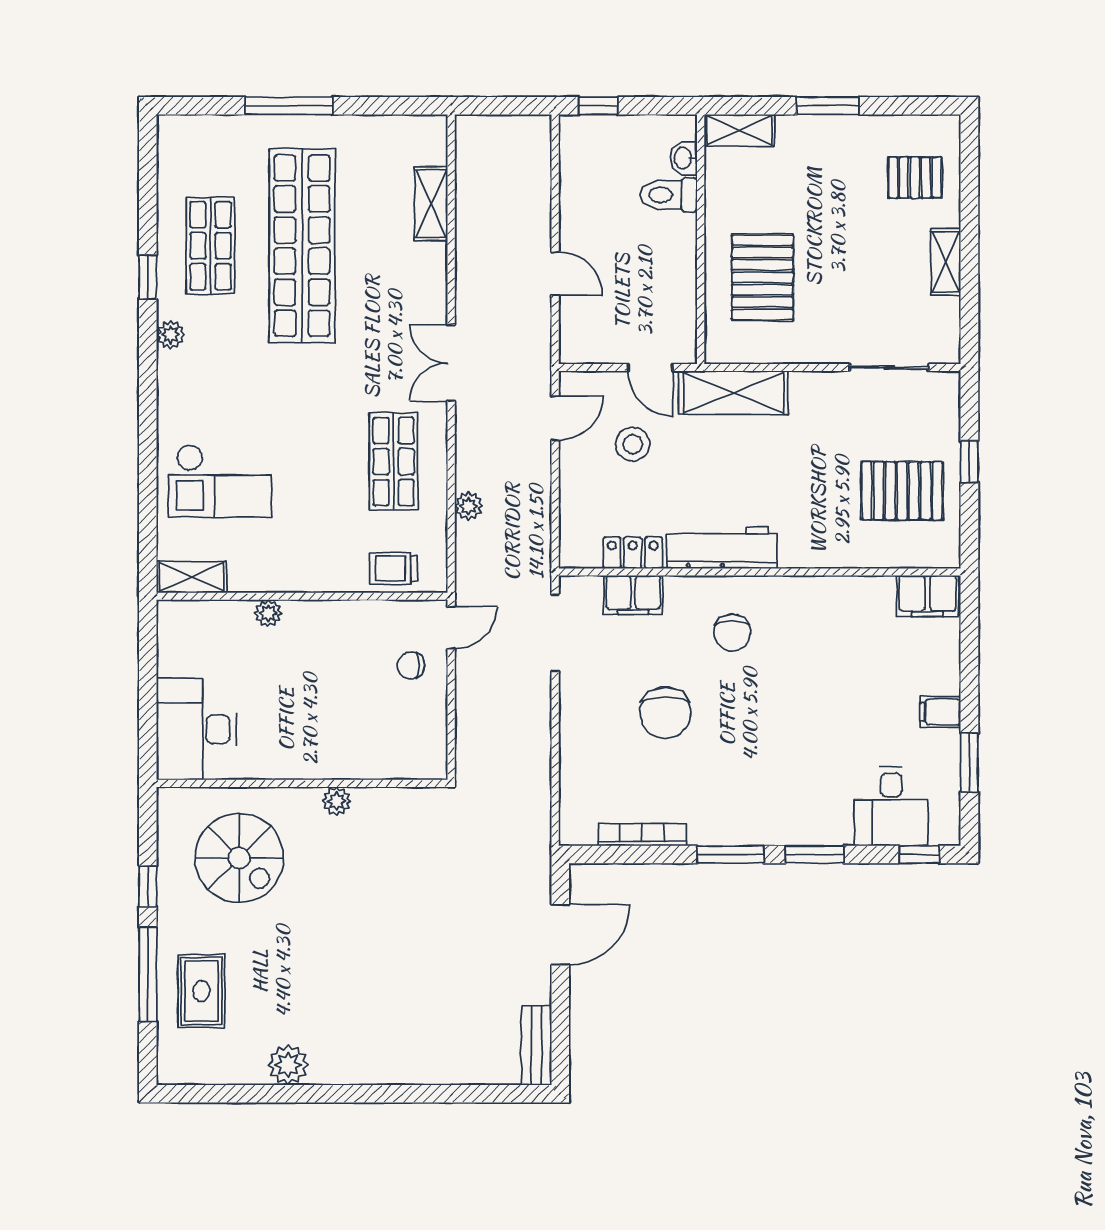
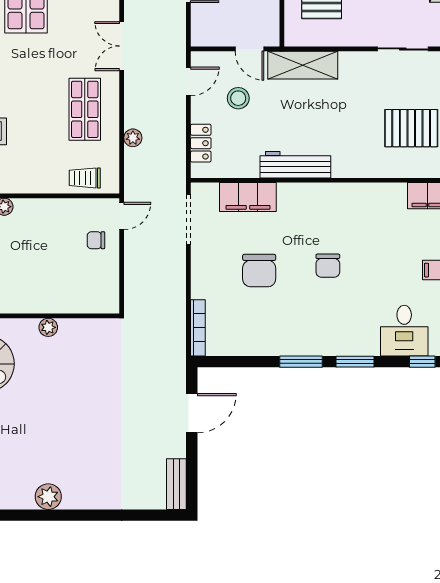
locker: (633, 553) -> (201, 143), moved, turned 90
filing cabinet: (633, 595) -> (248, 197), width x1.50, depth x1.17
chair: (732, 633) -> (328, 266), moved
bookcase: (642, 835) -> (198, 328), moved, turned 90
plant: (288, 1065) -> (48, 497), moved

